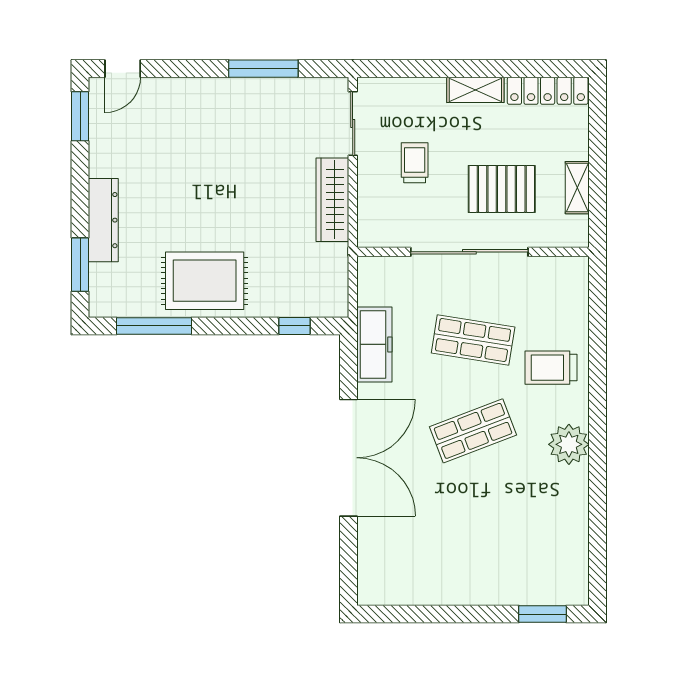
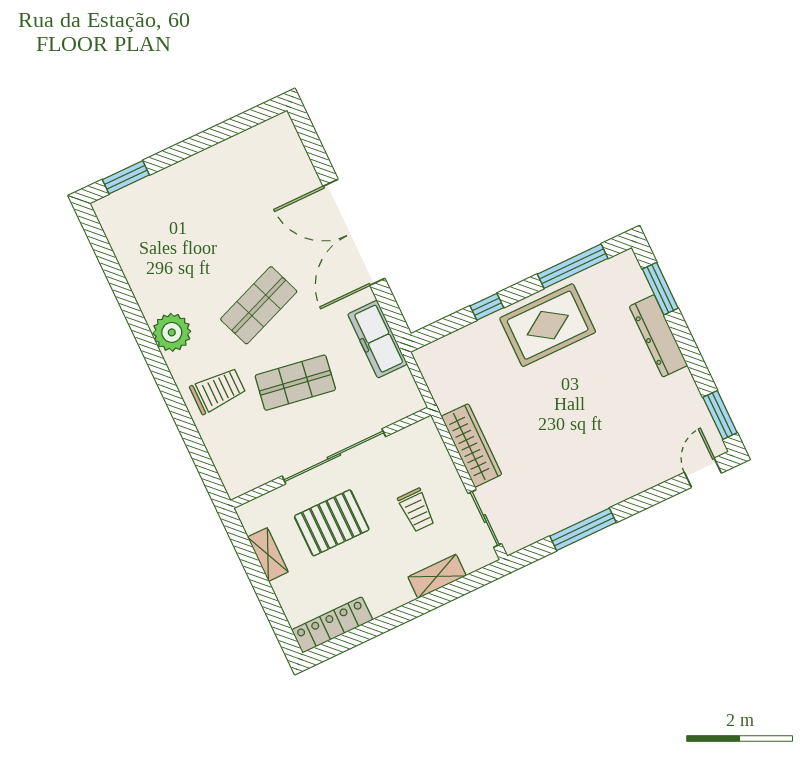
shelving: (475, 90) -> (437, 576), moved
window: (294, 326) -> (487, 307), moved

